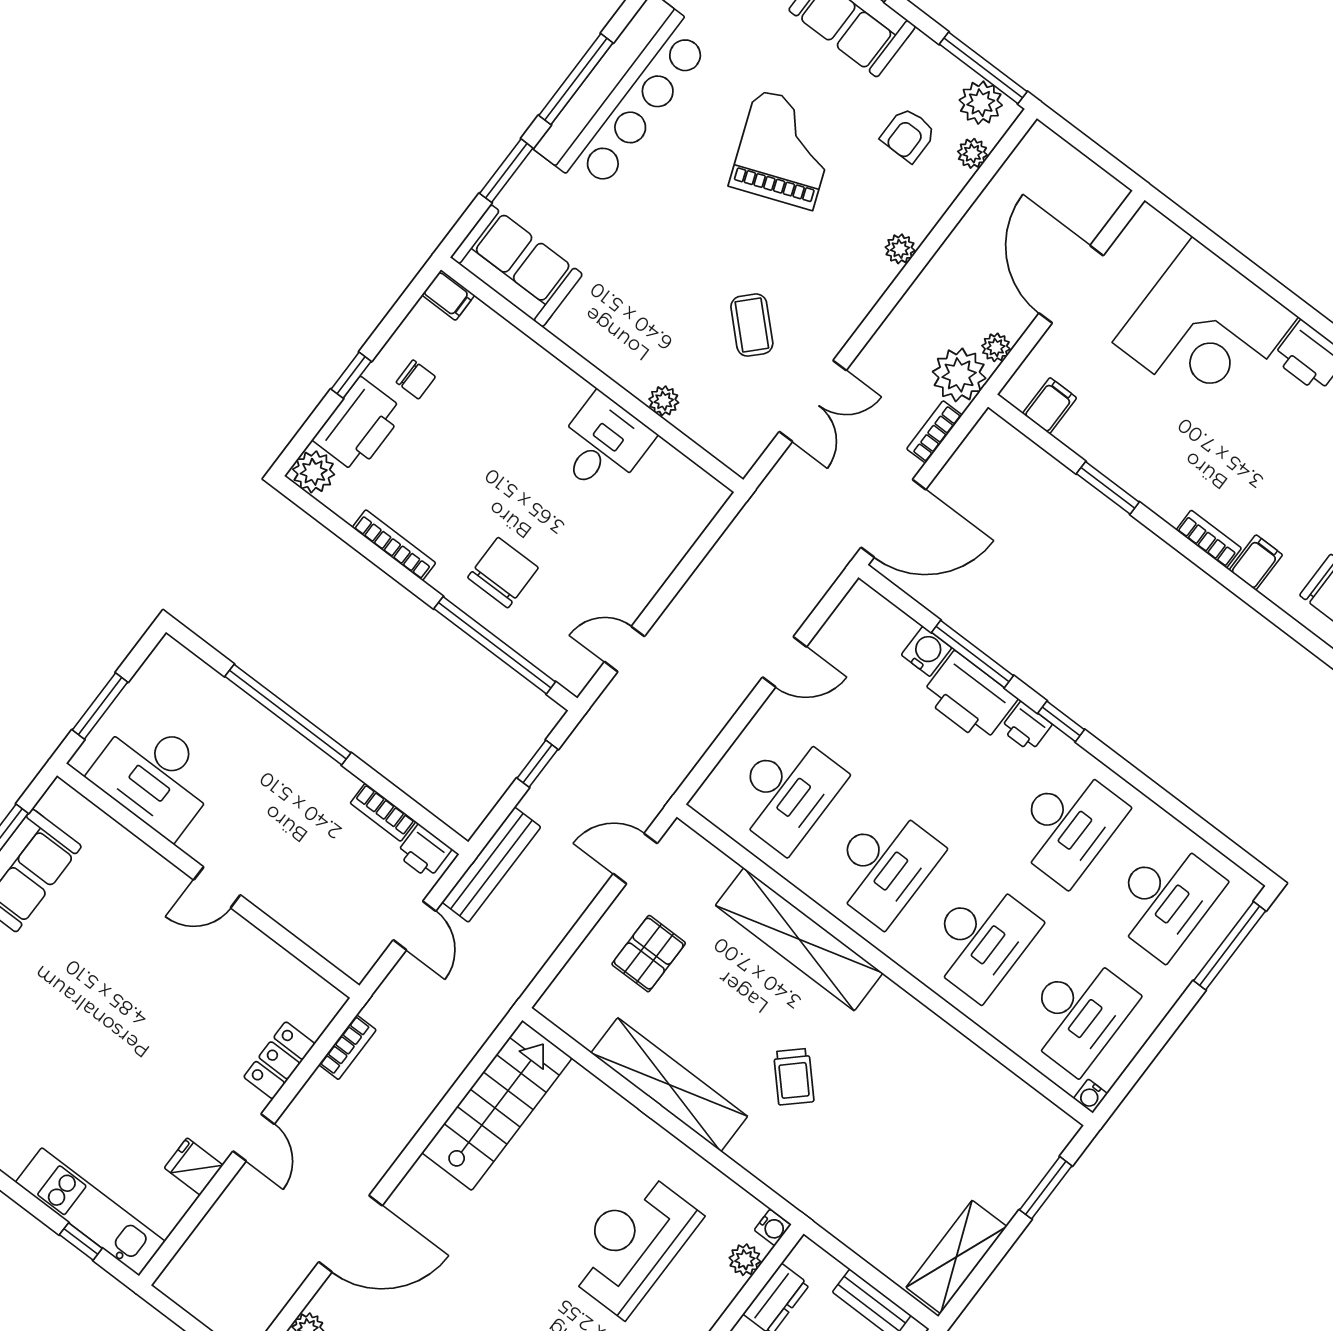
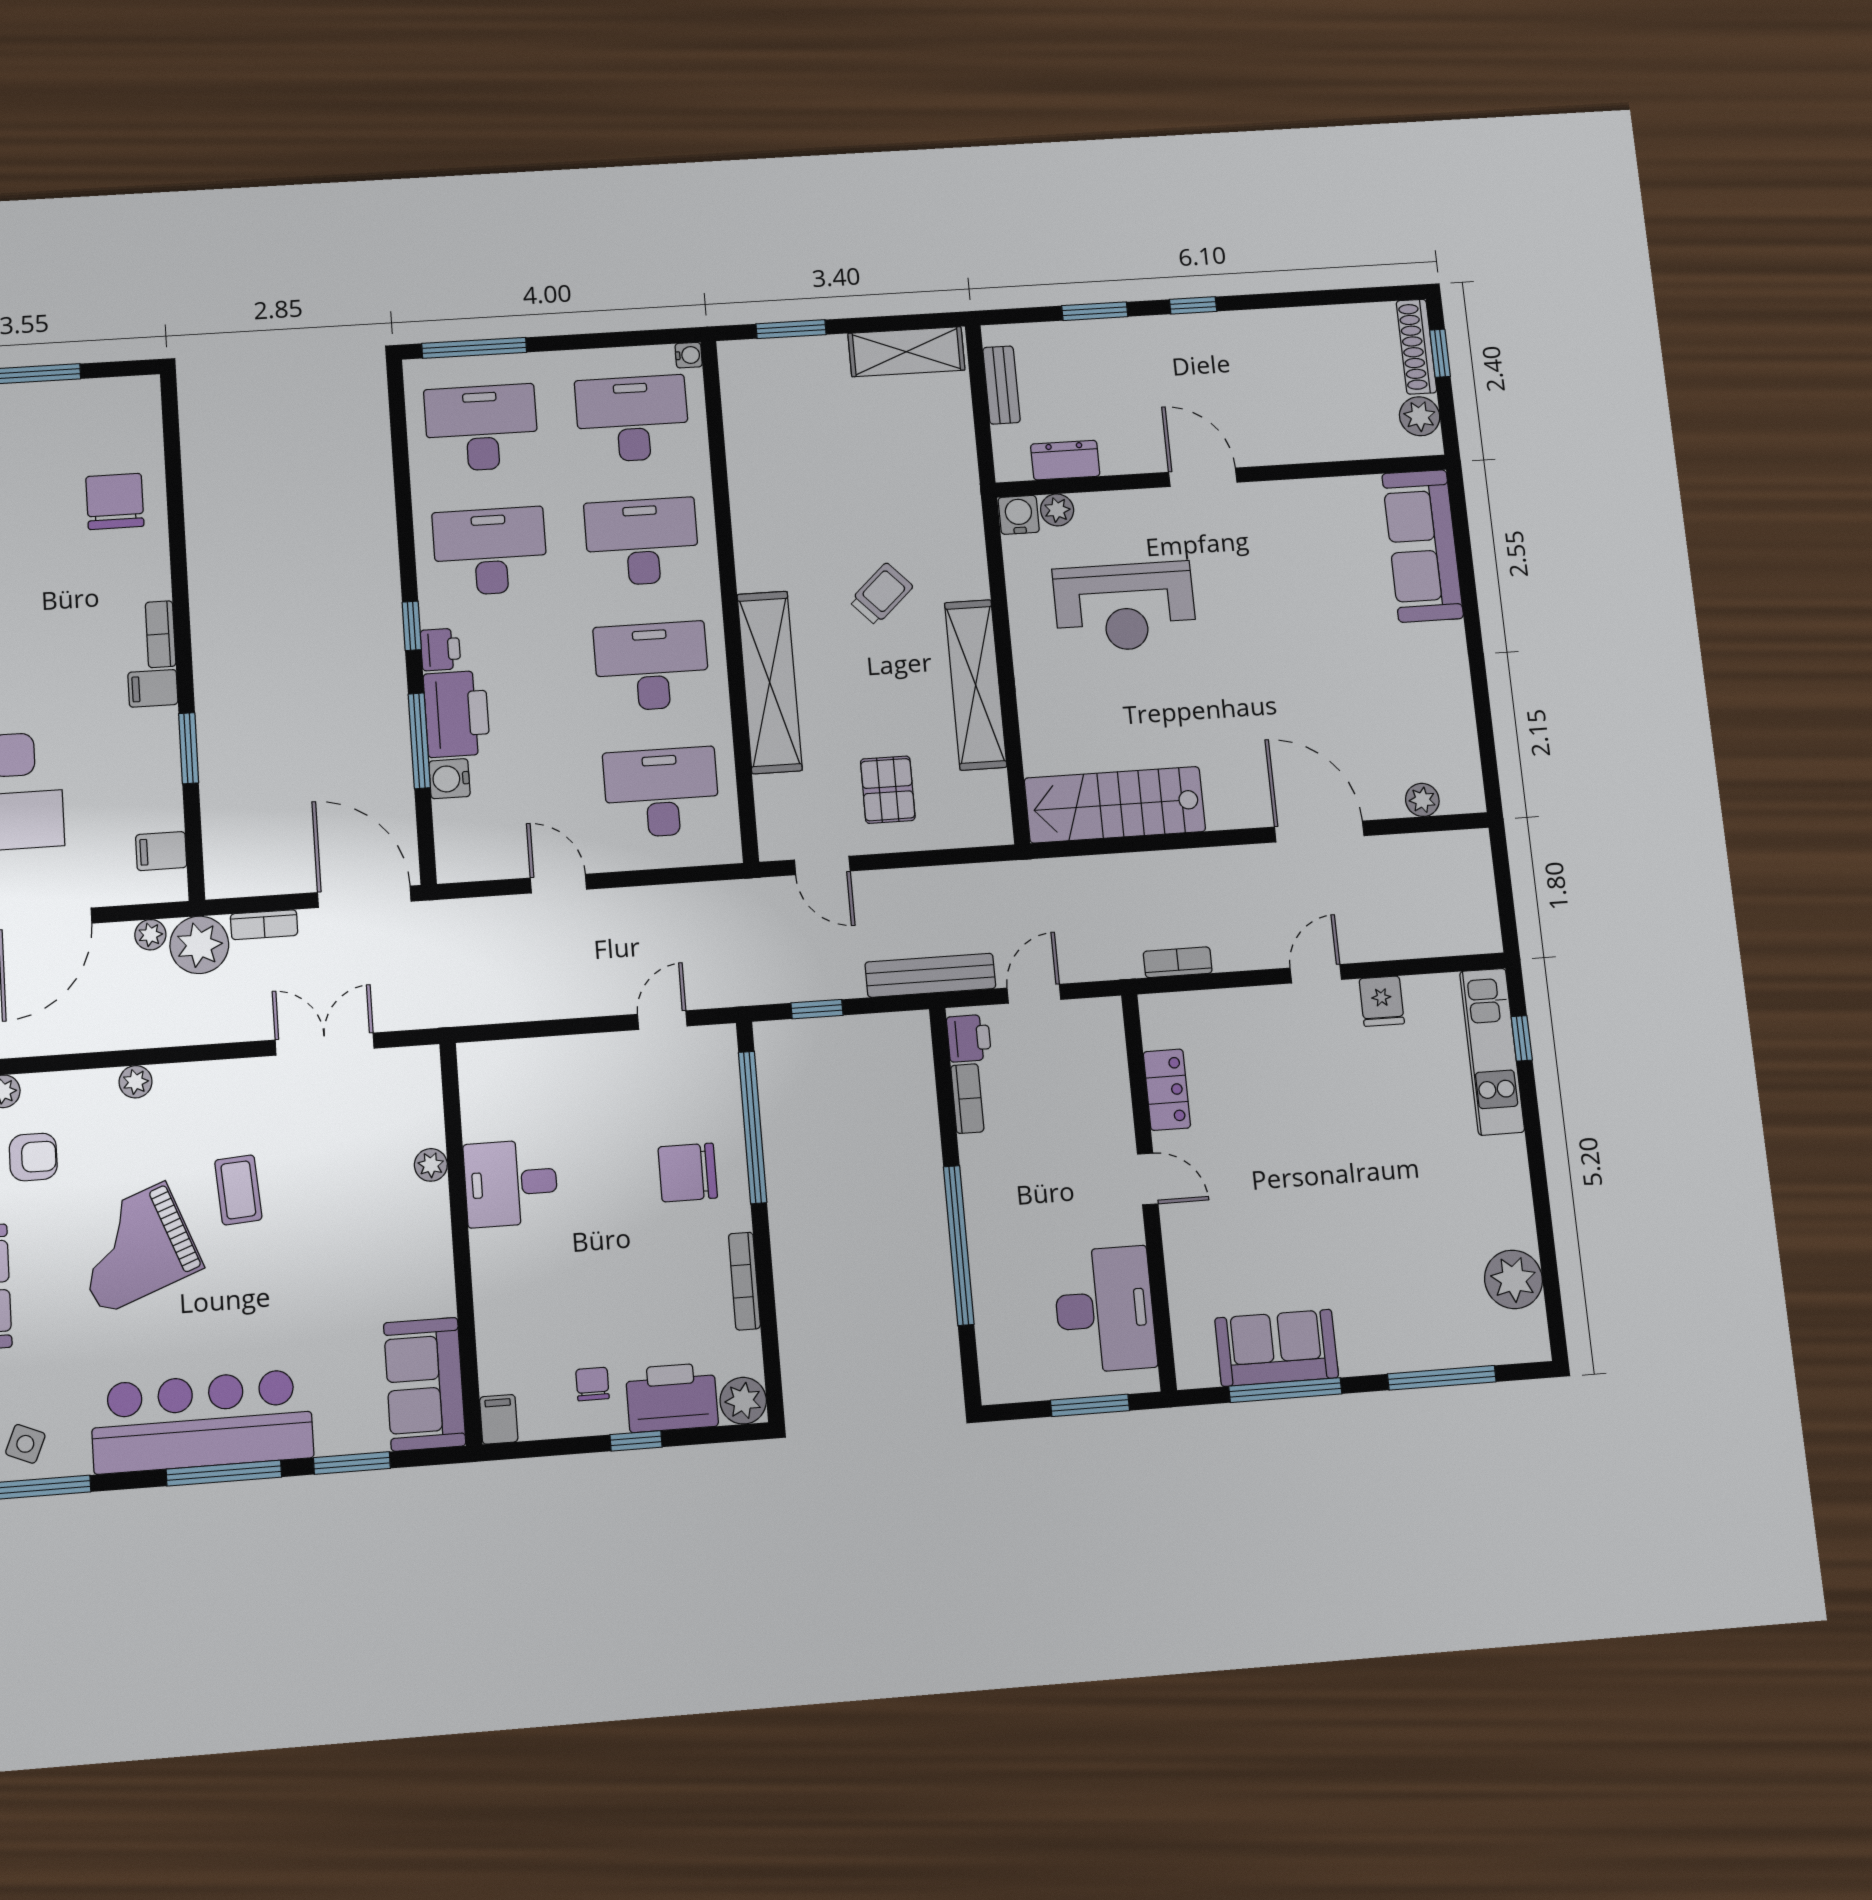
coffee table: (752, 325) -> (238, 1190), moved, turned -48
filing cabinet: (1256, 562) -> (153, 688), moved
door: (624, 649) -> (662, 1020), swing flipped
pallet: (649, 954) -> (888, 790), turned 90
locker: (279, 1060) -> (1167, 1090), moved, turned -90
water cooler: (773, 1228) -> (1019, 515), width x1.38, depth x1.38

